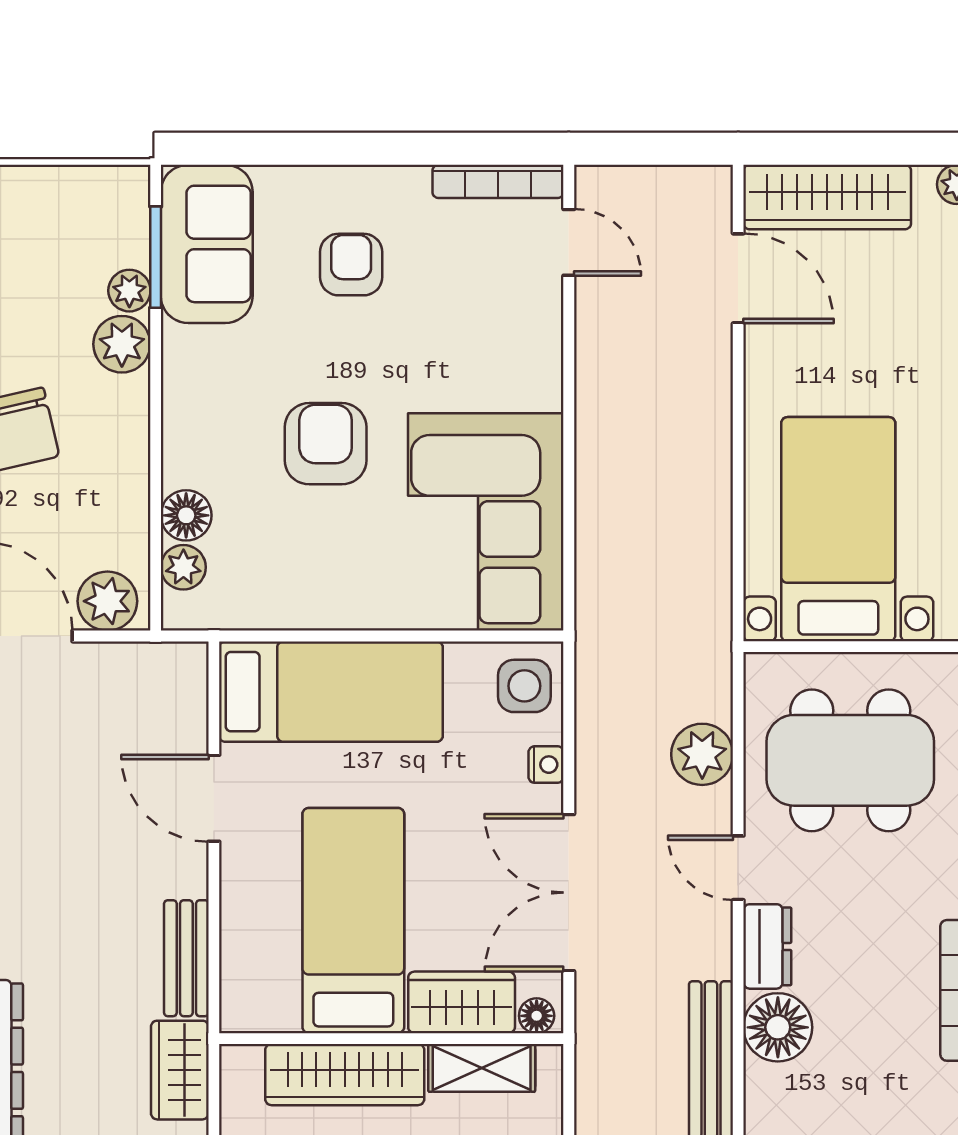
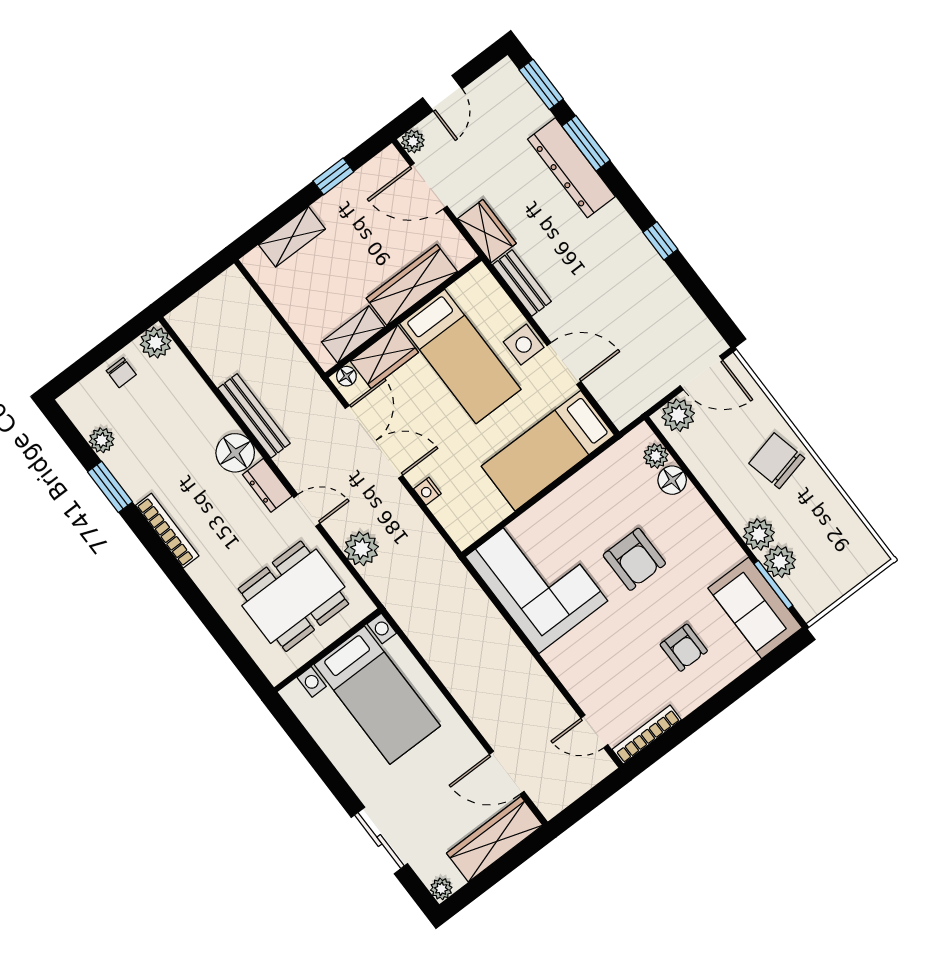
plant: (129, 291) -> (780, 562), width x1.38, depth x1.38
side table: (524, 686) -> (524, 345), moved

